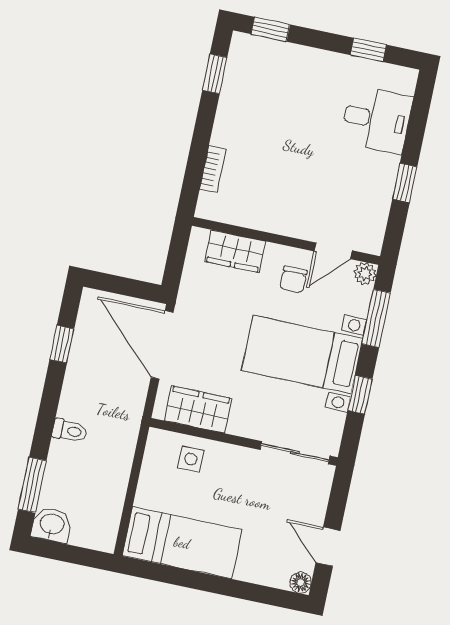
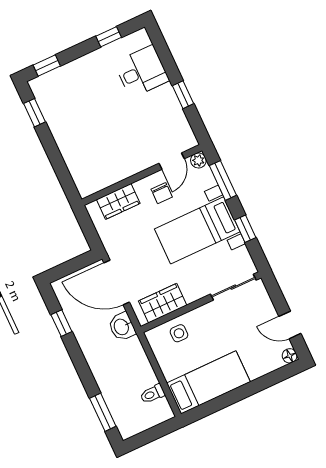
bookcase: (213, 169) -> (73, 166), removed
toilet: (70, 431) -> (152, 394), moved, turned 180
washbasin: (52, 525) -> (122, 327), moved, turned -90

